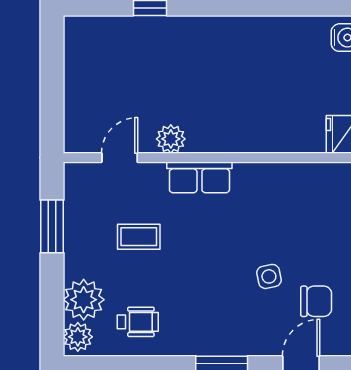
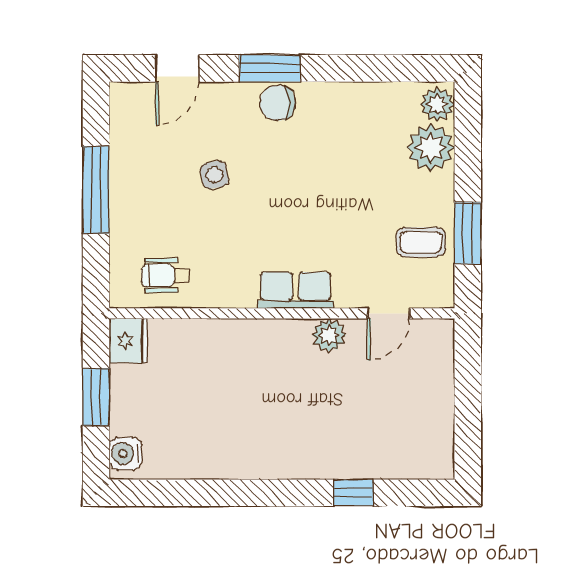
coffee table: (139, 237) -> (421, 242), moved
chair: (316, 301) -> (278, 103), moved
wheelchair: (138, 322) -> (165, 276), moved

